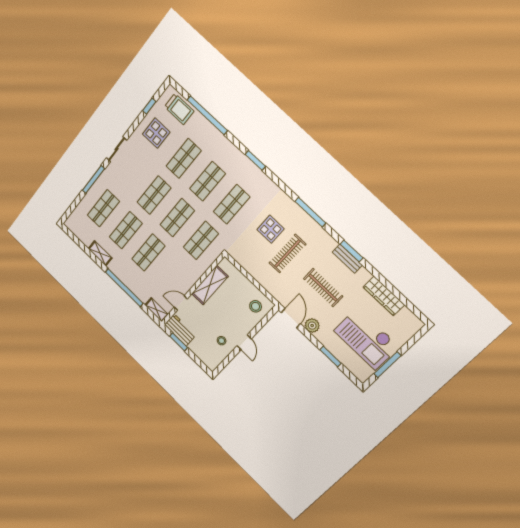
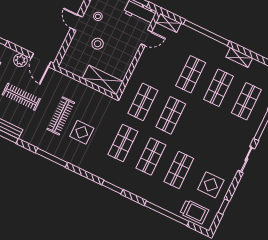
trolley: (179, 109) -> (194, 212), turned 180
shop shelf: (154, 195) -> (199, 129), removed
shelving: (210, 285) -> (103, 80), moved, turned 90
stool: (256, 306) -> (98, 44), moved

